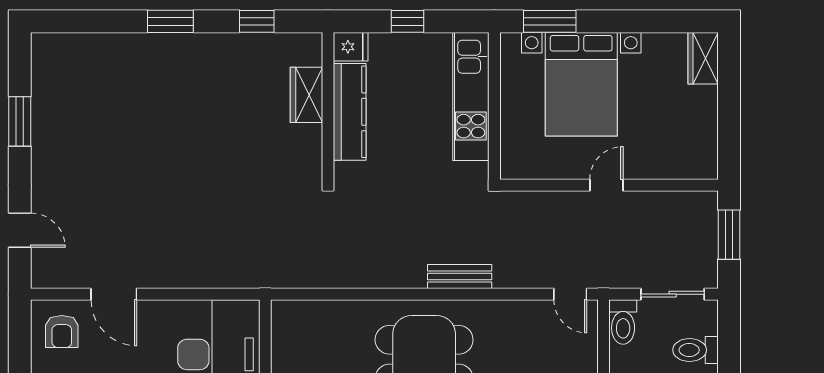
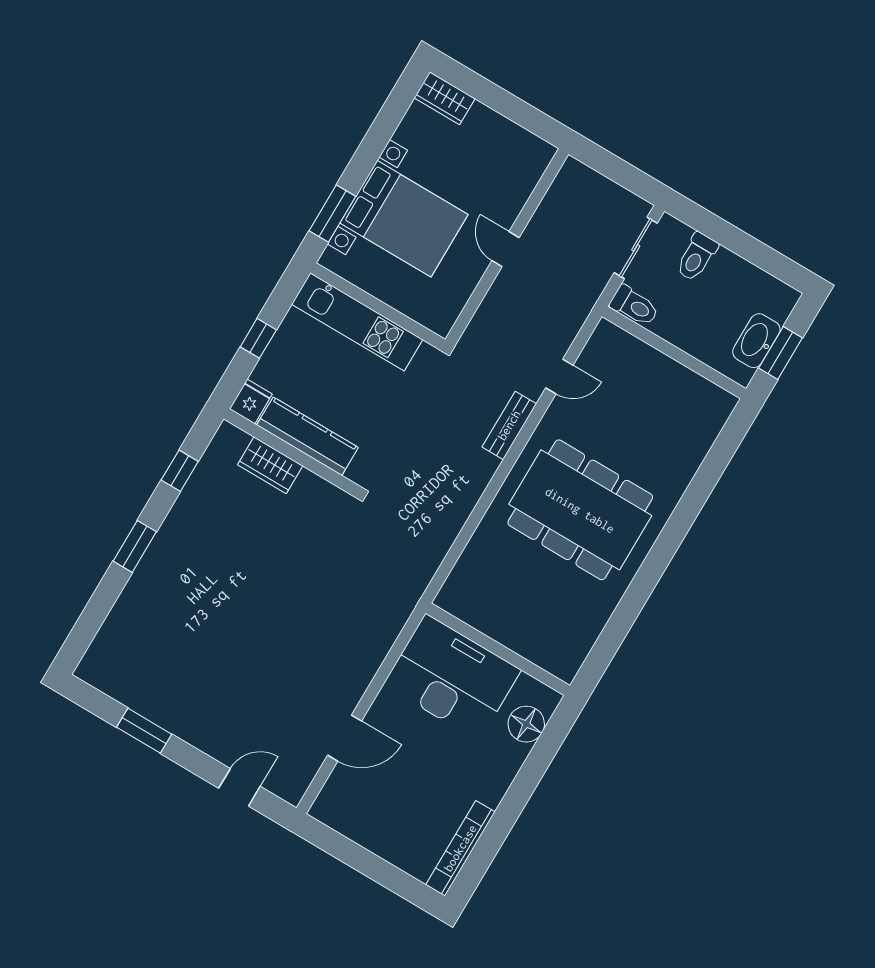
window: (729, 235) -> (613, 167), removed
door: (570, 294) -> (559, 376), moved
armchair: (62, 332) -> (350, 803), removed

